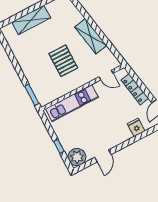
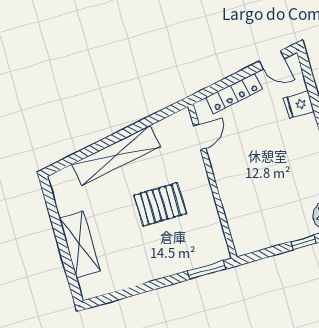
shelving: (91, 36) -> (116, 155), width x1.47
kitchen unit: (72, 103) -> (235, 205), removed

